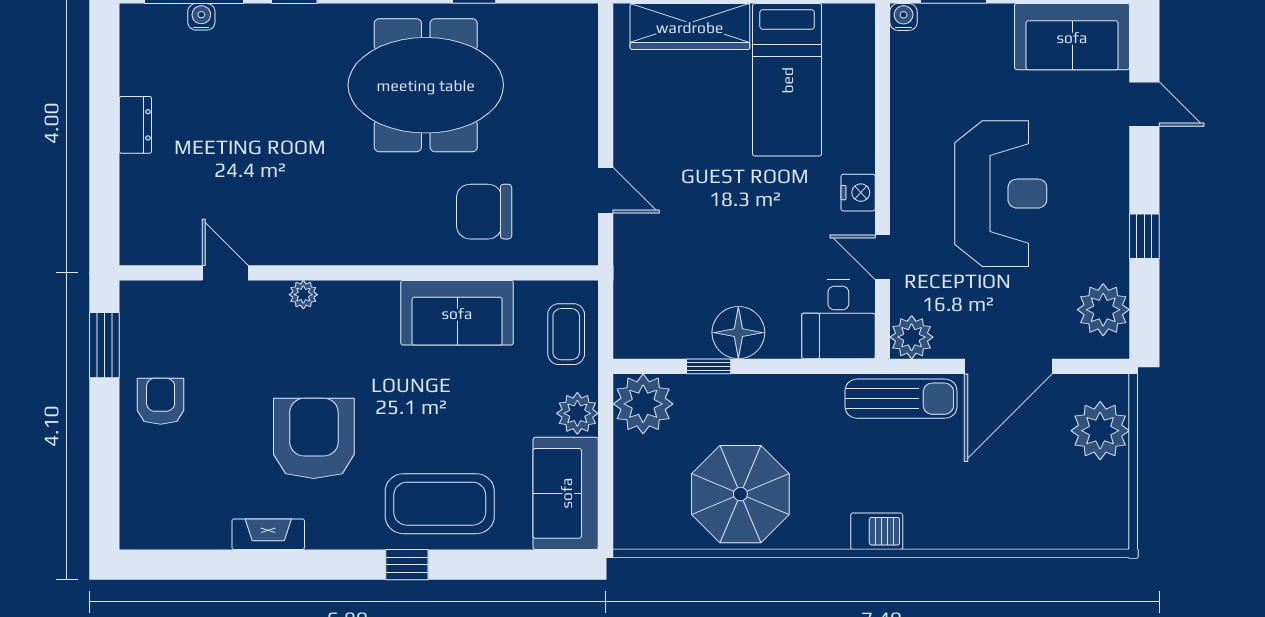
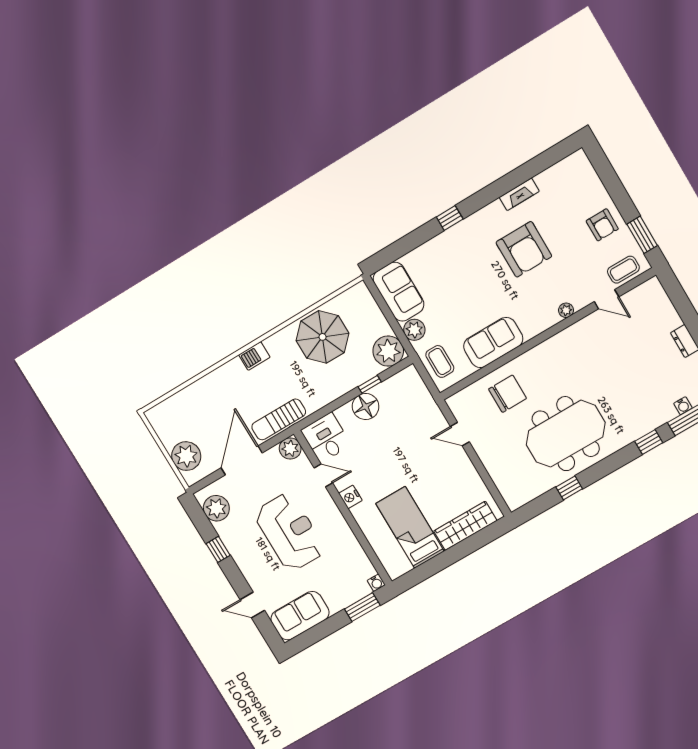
reception desk: (1001, 194) -> (290, 532), turned 180
coffee table: (440, 504) -> (623, 270), moved, width x0.54, depth x0.58

